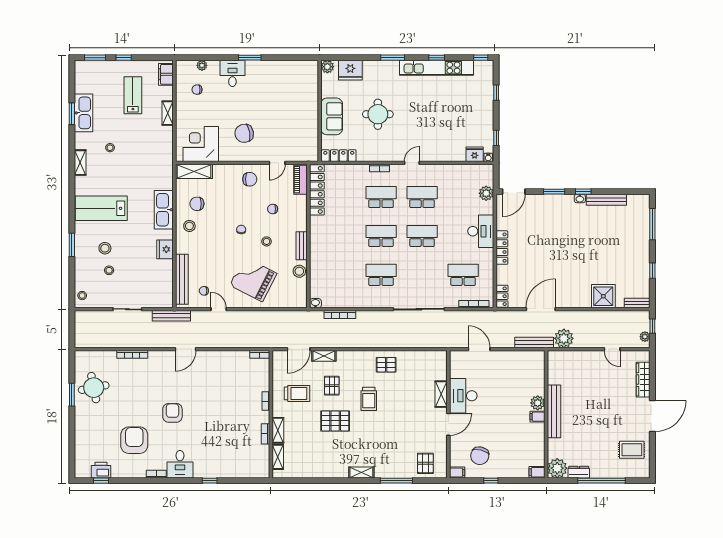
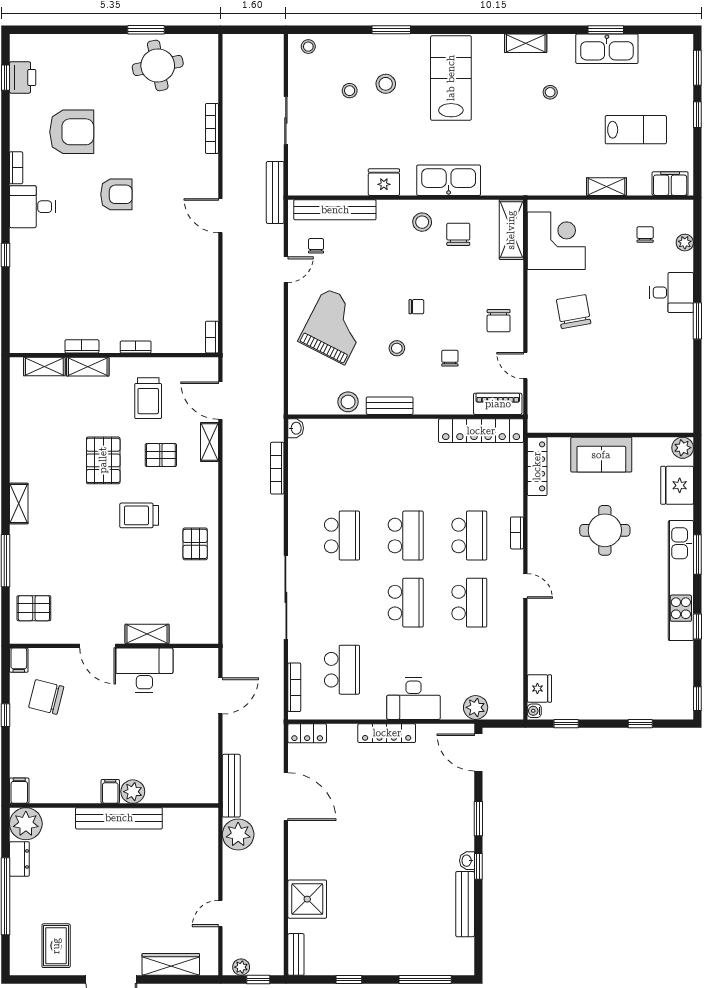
kitchen unit: (436, 68) -> (681, 581), moved

